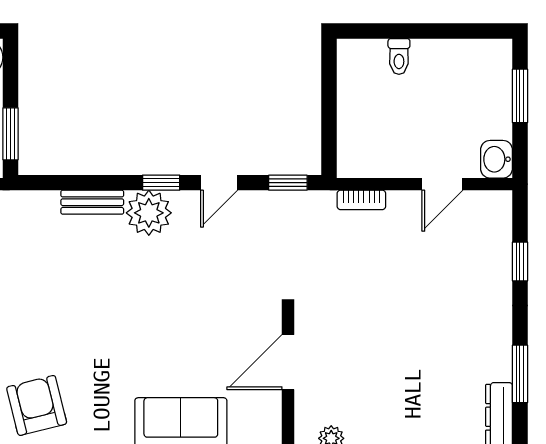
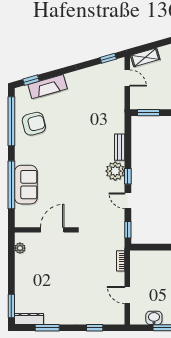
washbasin: (496, 159) -> (154, 318), moved
door: (288, 362) -> (52, 230), hinge flipped

